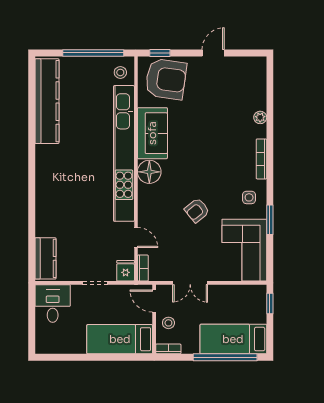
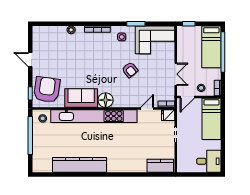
kitchen counter: (47, 101) -> (79, 165), moved
desk: (53, 303) -> (209, 161), moved, turned 180

